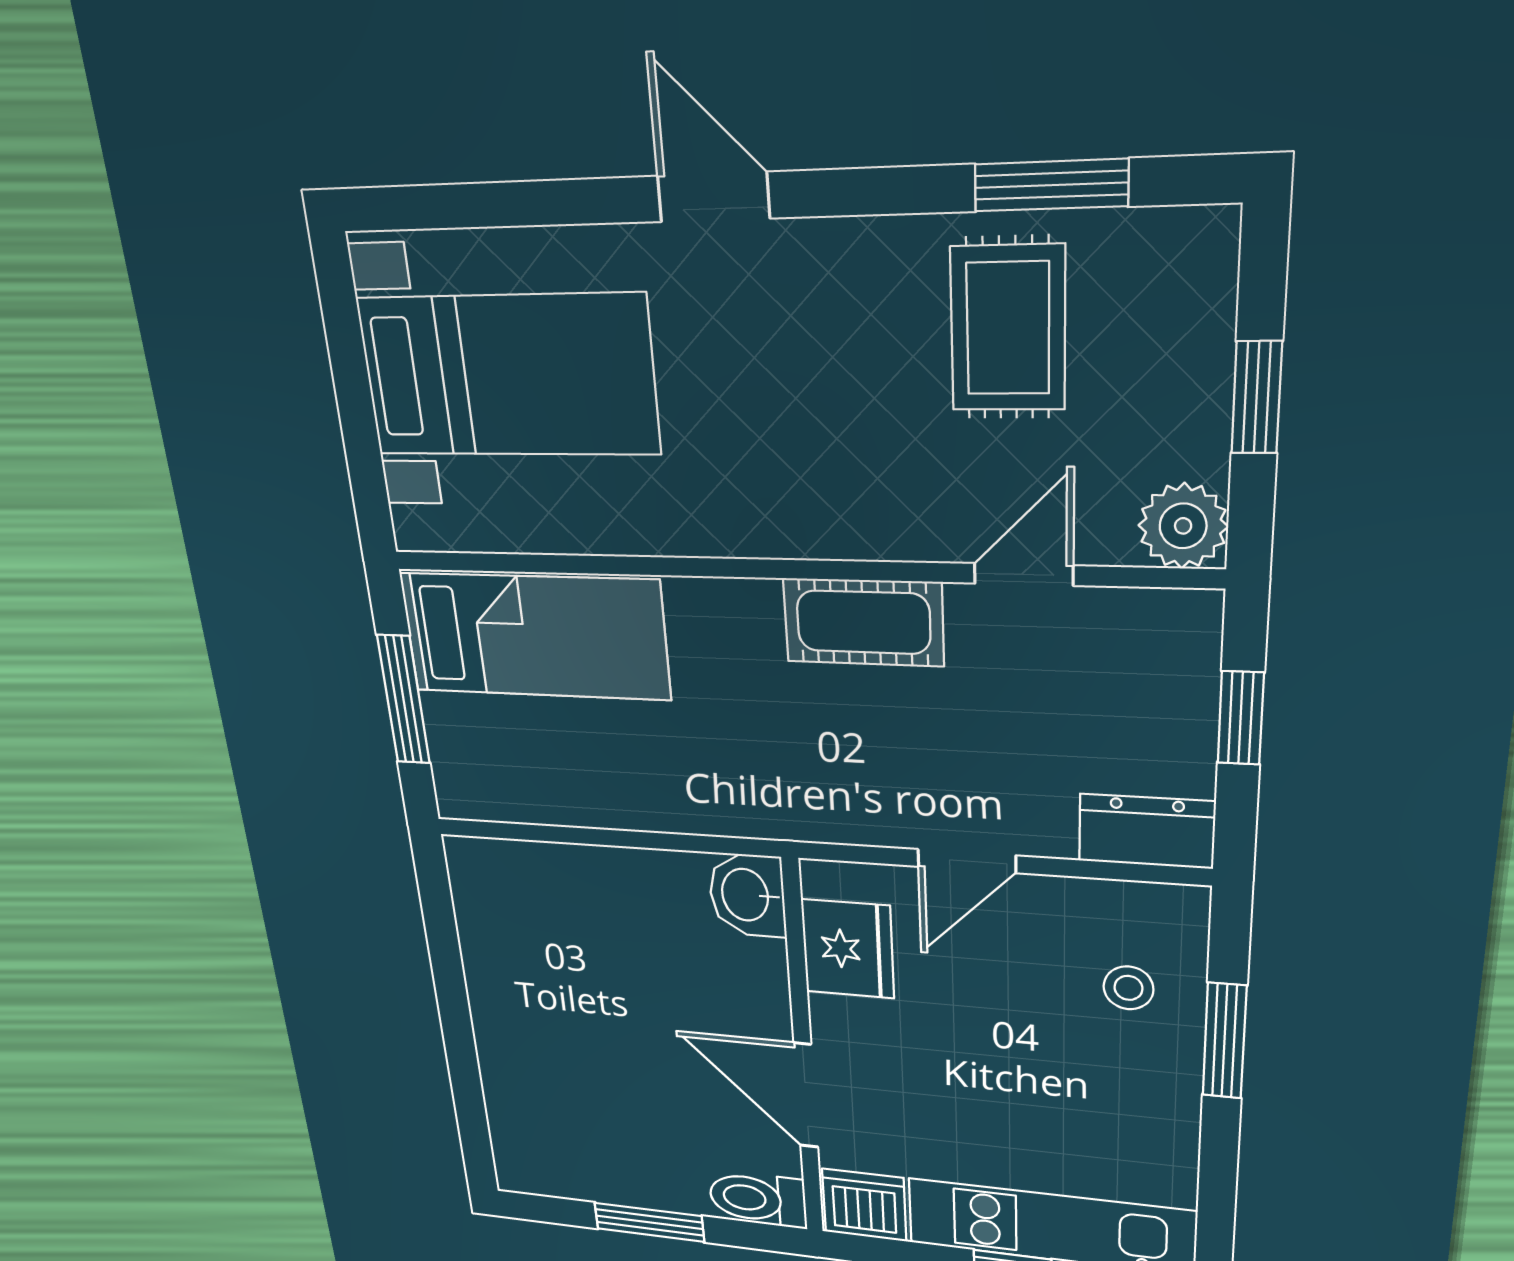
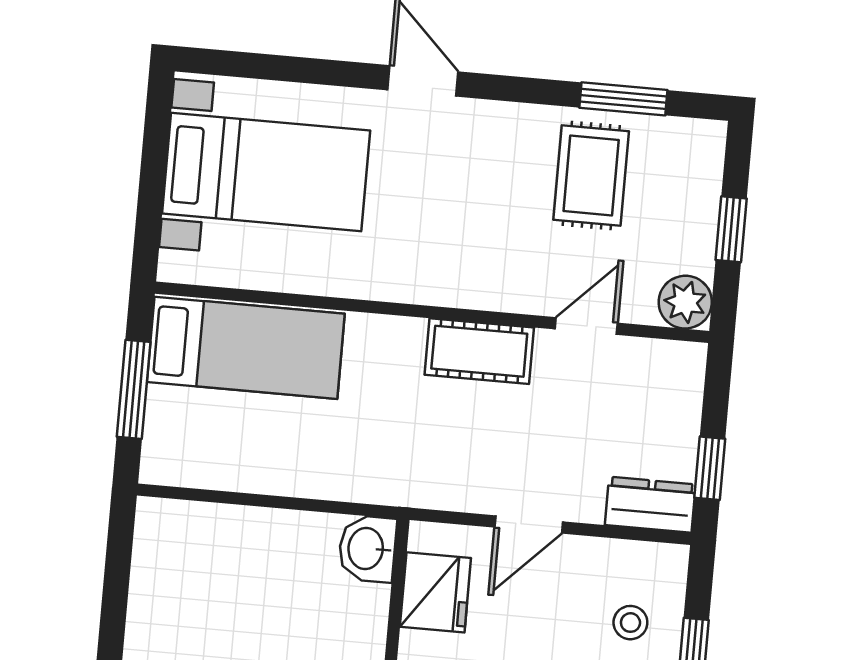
window: (1241, 718) -> (710, 468), moved

